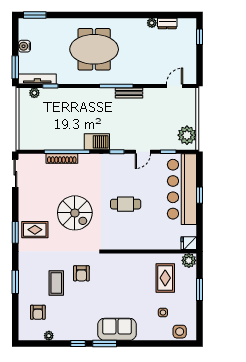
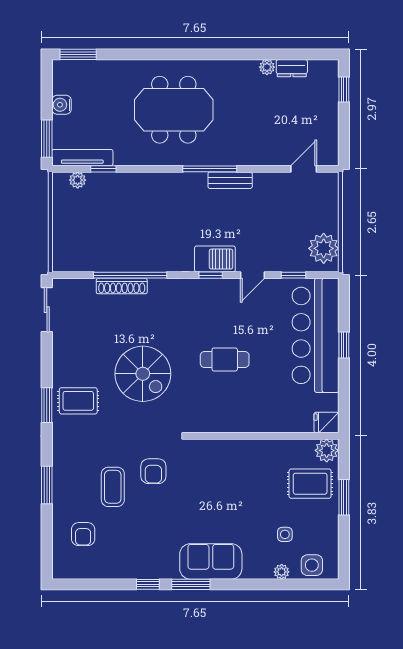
barbecue: (97, 142) -> (215, 259), moved
rug: (165, 278) -> (310, 484), moved, turned 90
plant: (49, 336) -> (282, 572), moved

